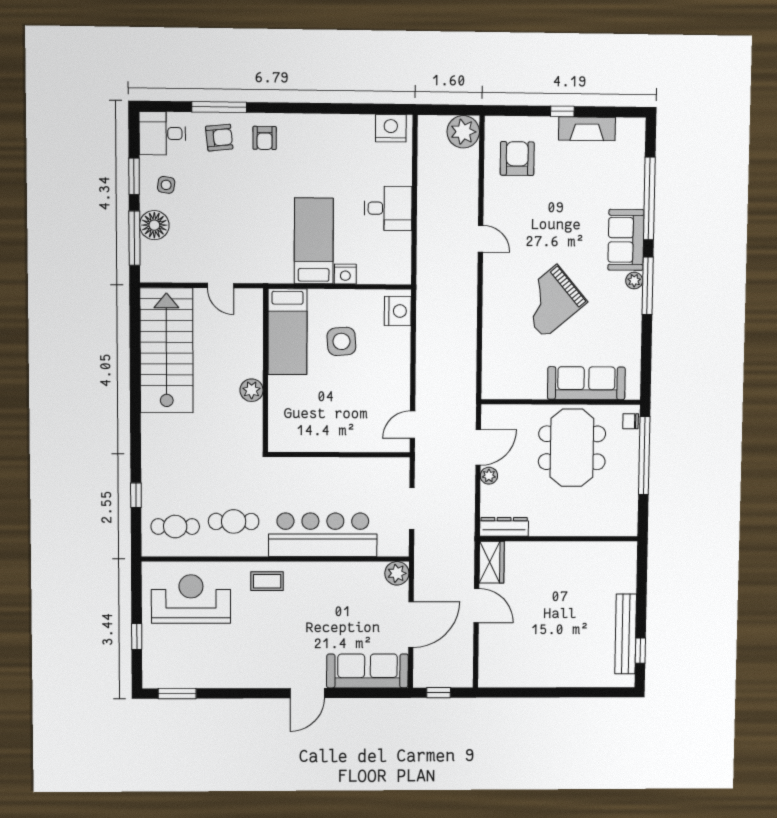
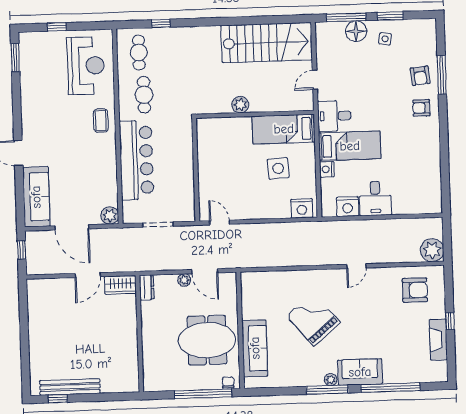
nightstand: (391, 128) -> (348, 207), moved, turned 90
desk: (162, 133) -> (334, 116), moved, turned -90
dresser: (504, 527) -> (147, 287), width x0.70

